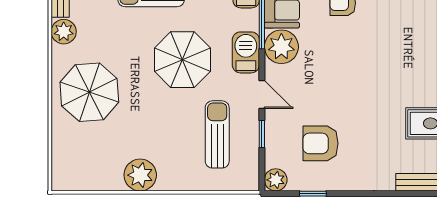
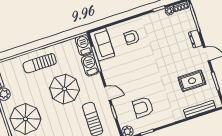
plant: (281, 47) -> (109, 68), removed
barbecue: (246, 52) -> (90, 65), moved

